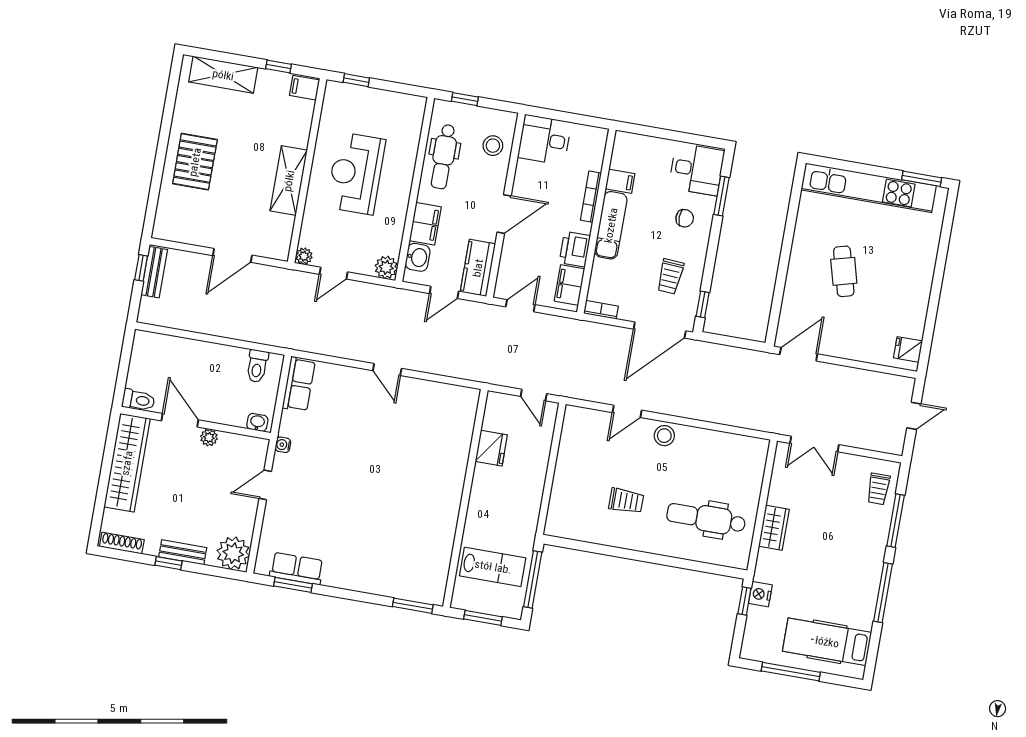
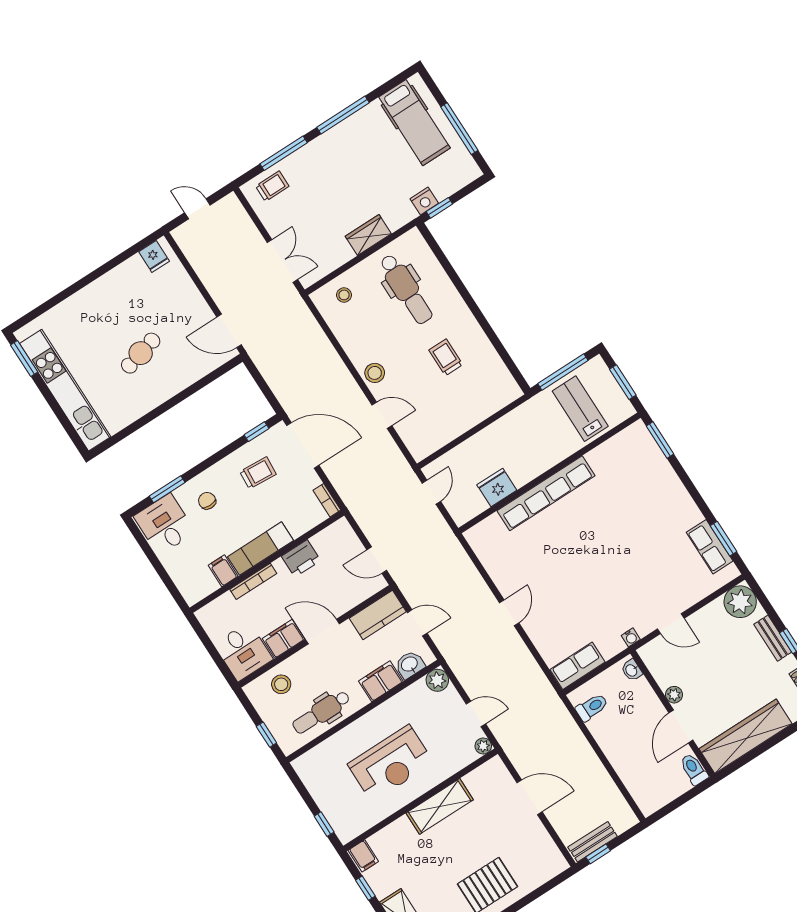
dental chair: (444, 157) -> (321, 712), turned 180
filing cabinet: (569, 285) -> (284, 639), moved, turned 180
stool: (745, 467) -> (344, 295), added
row of seats: (452, 482) -> (546, 493), added

